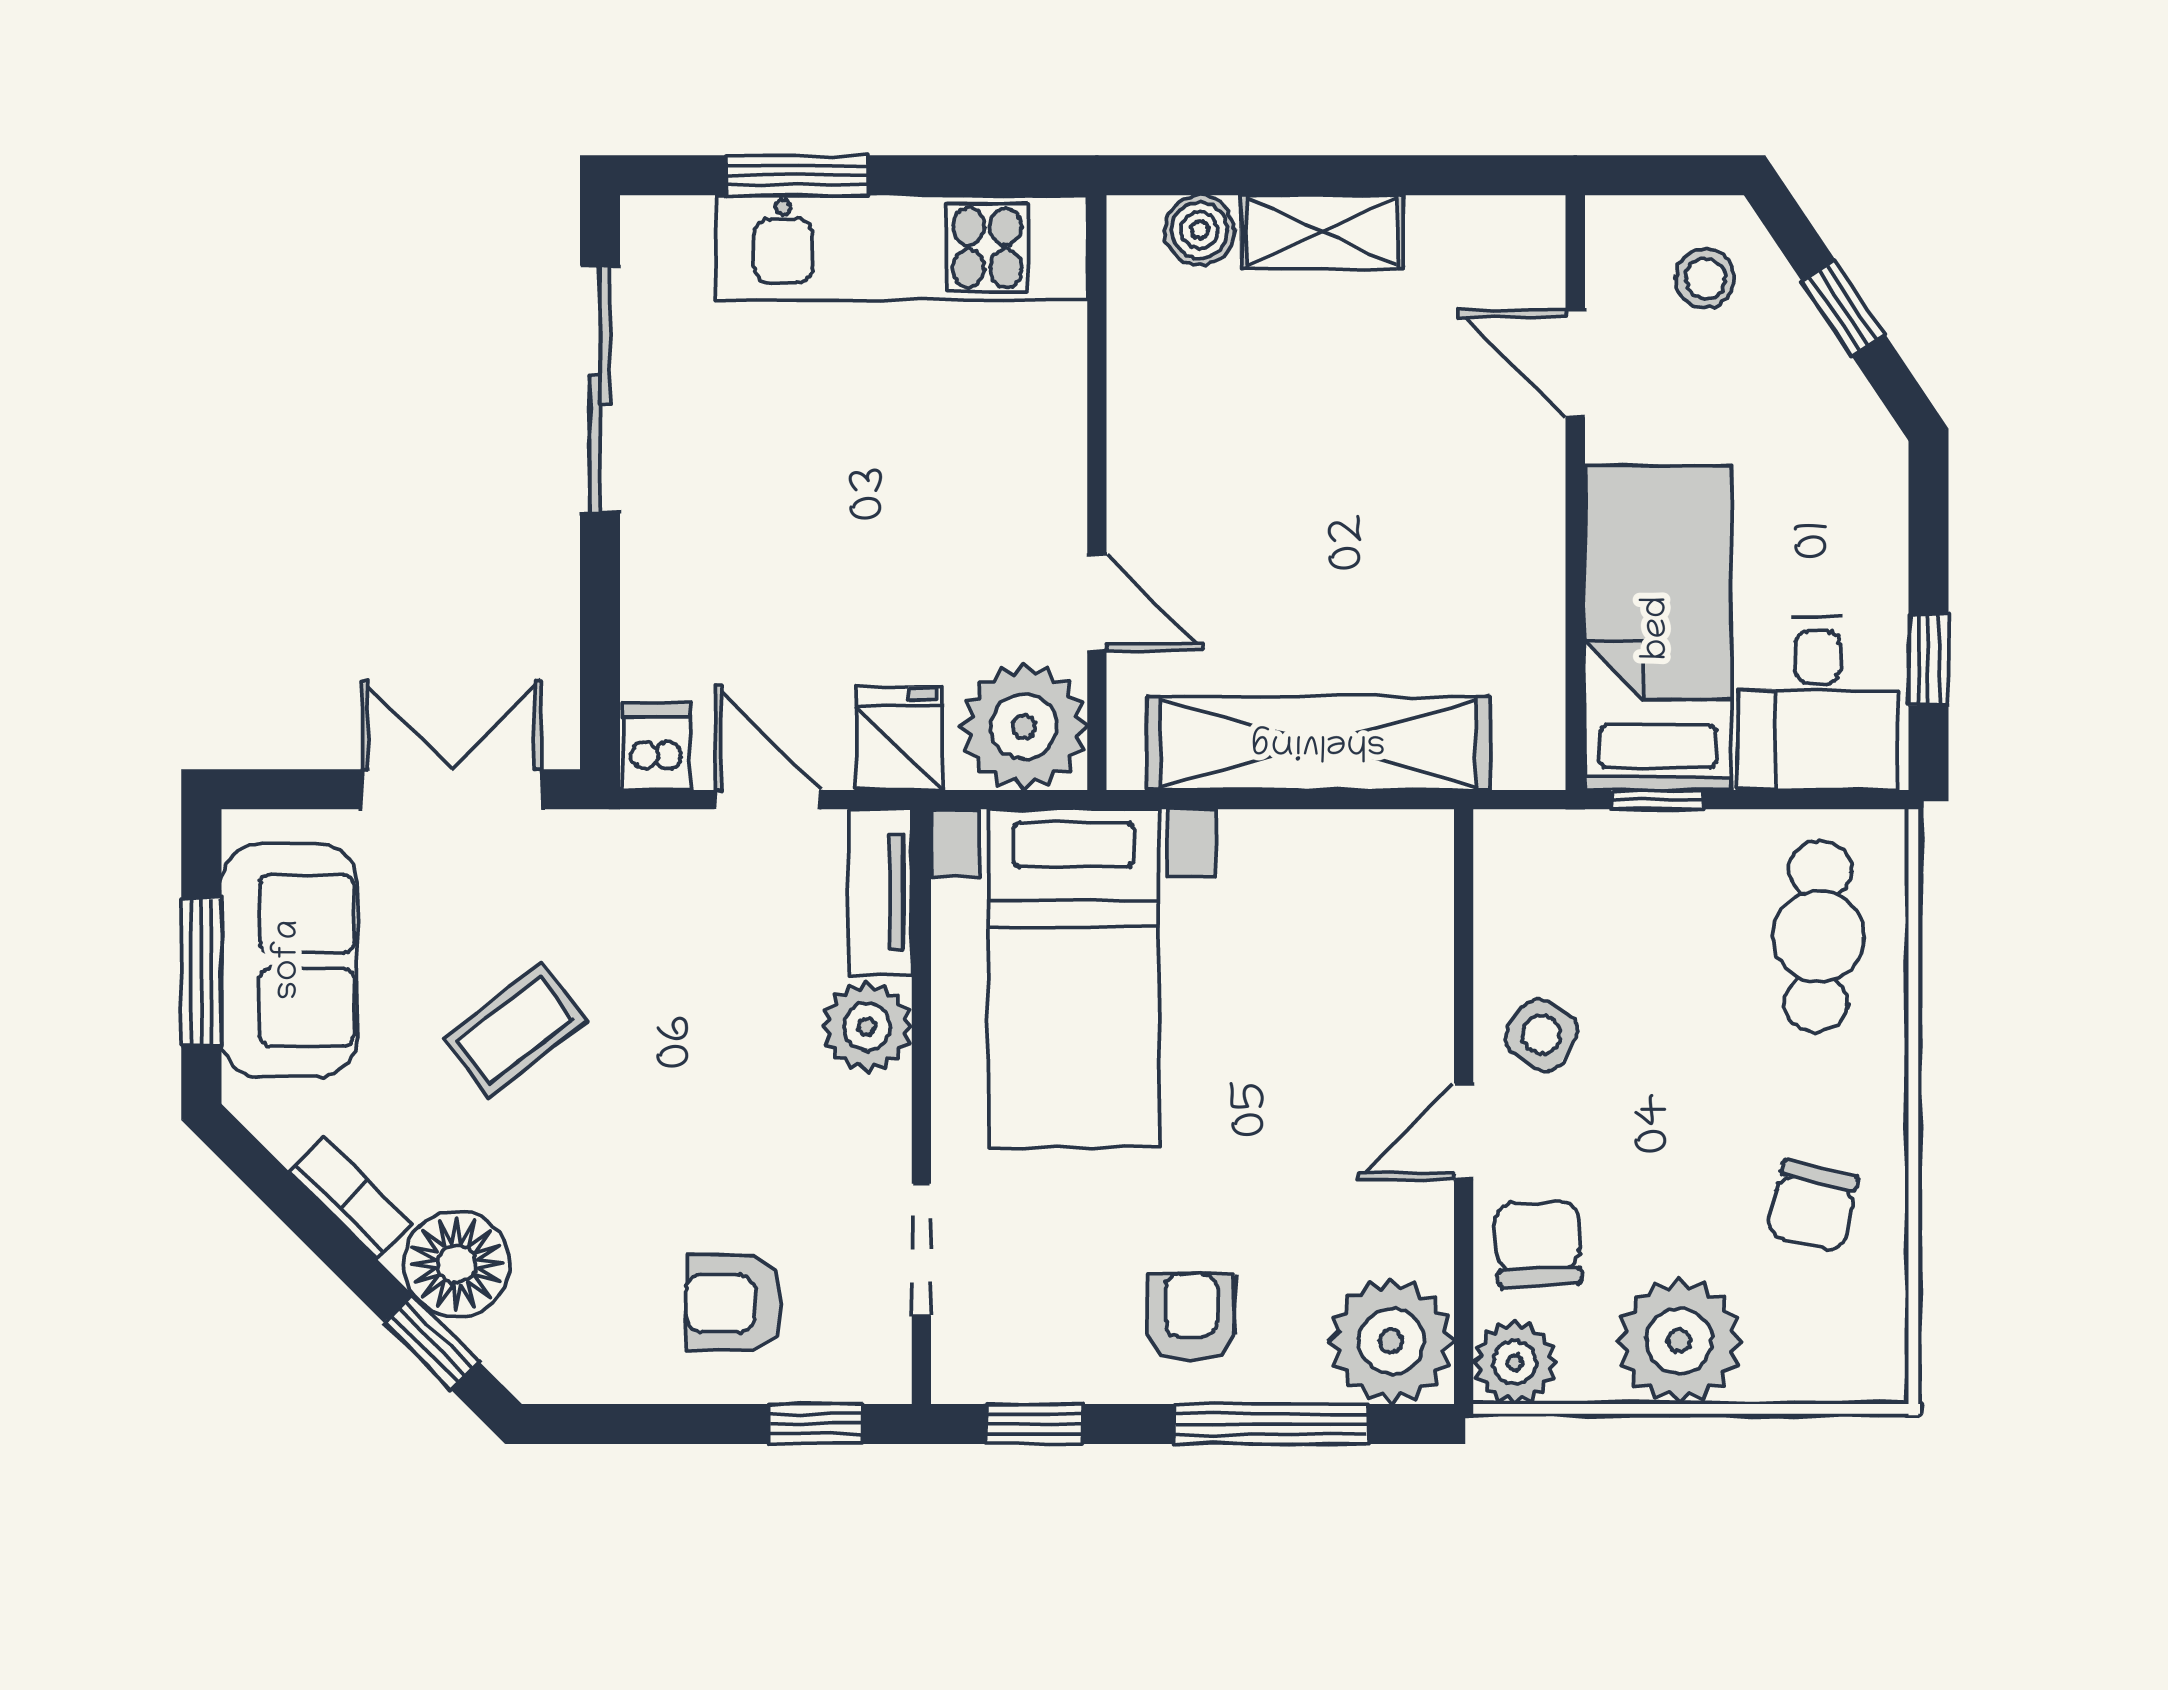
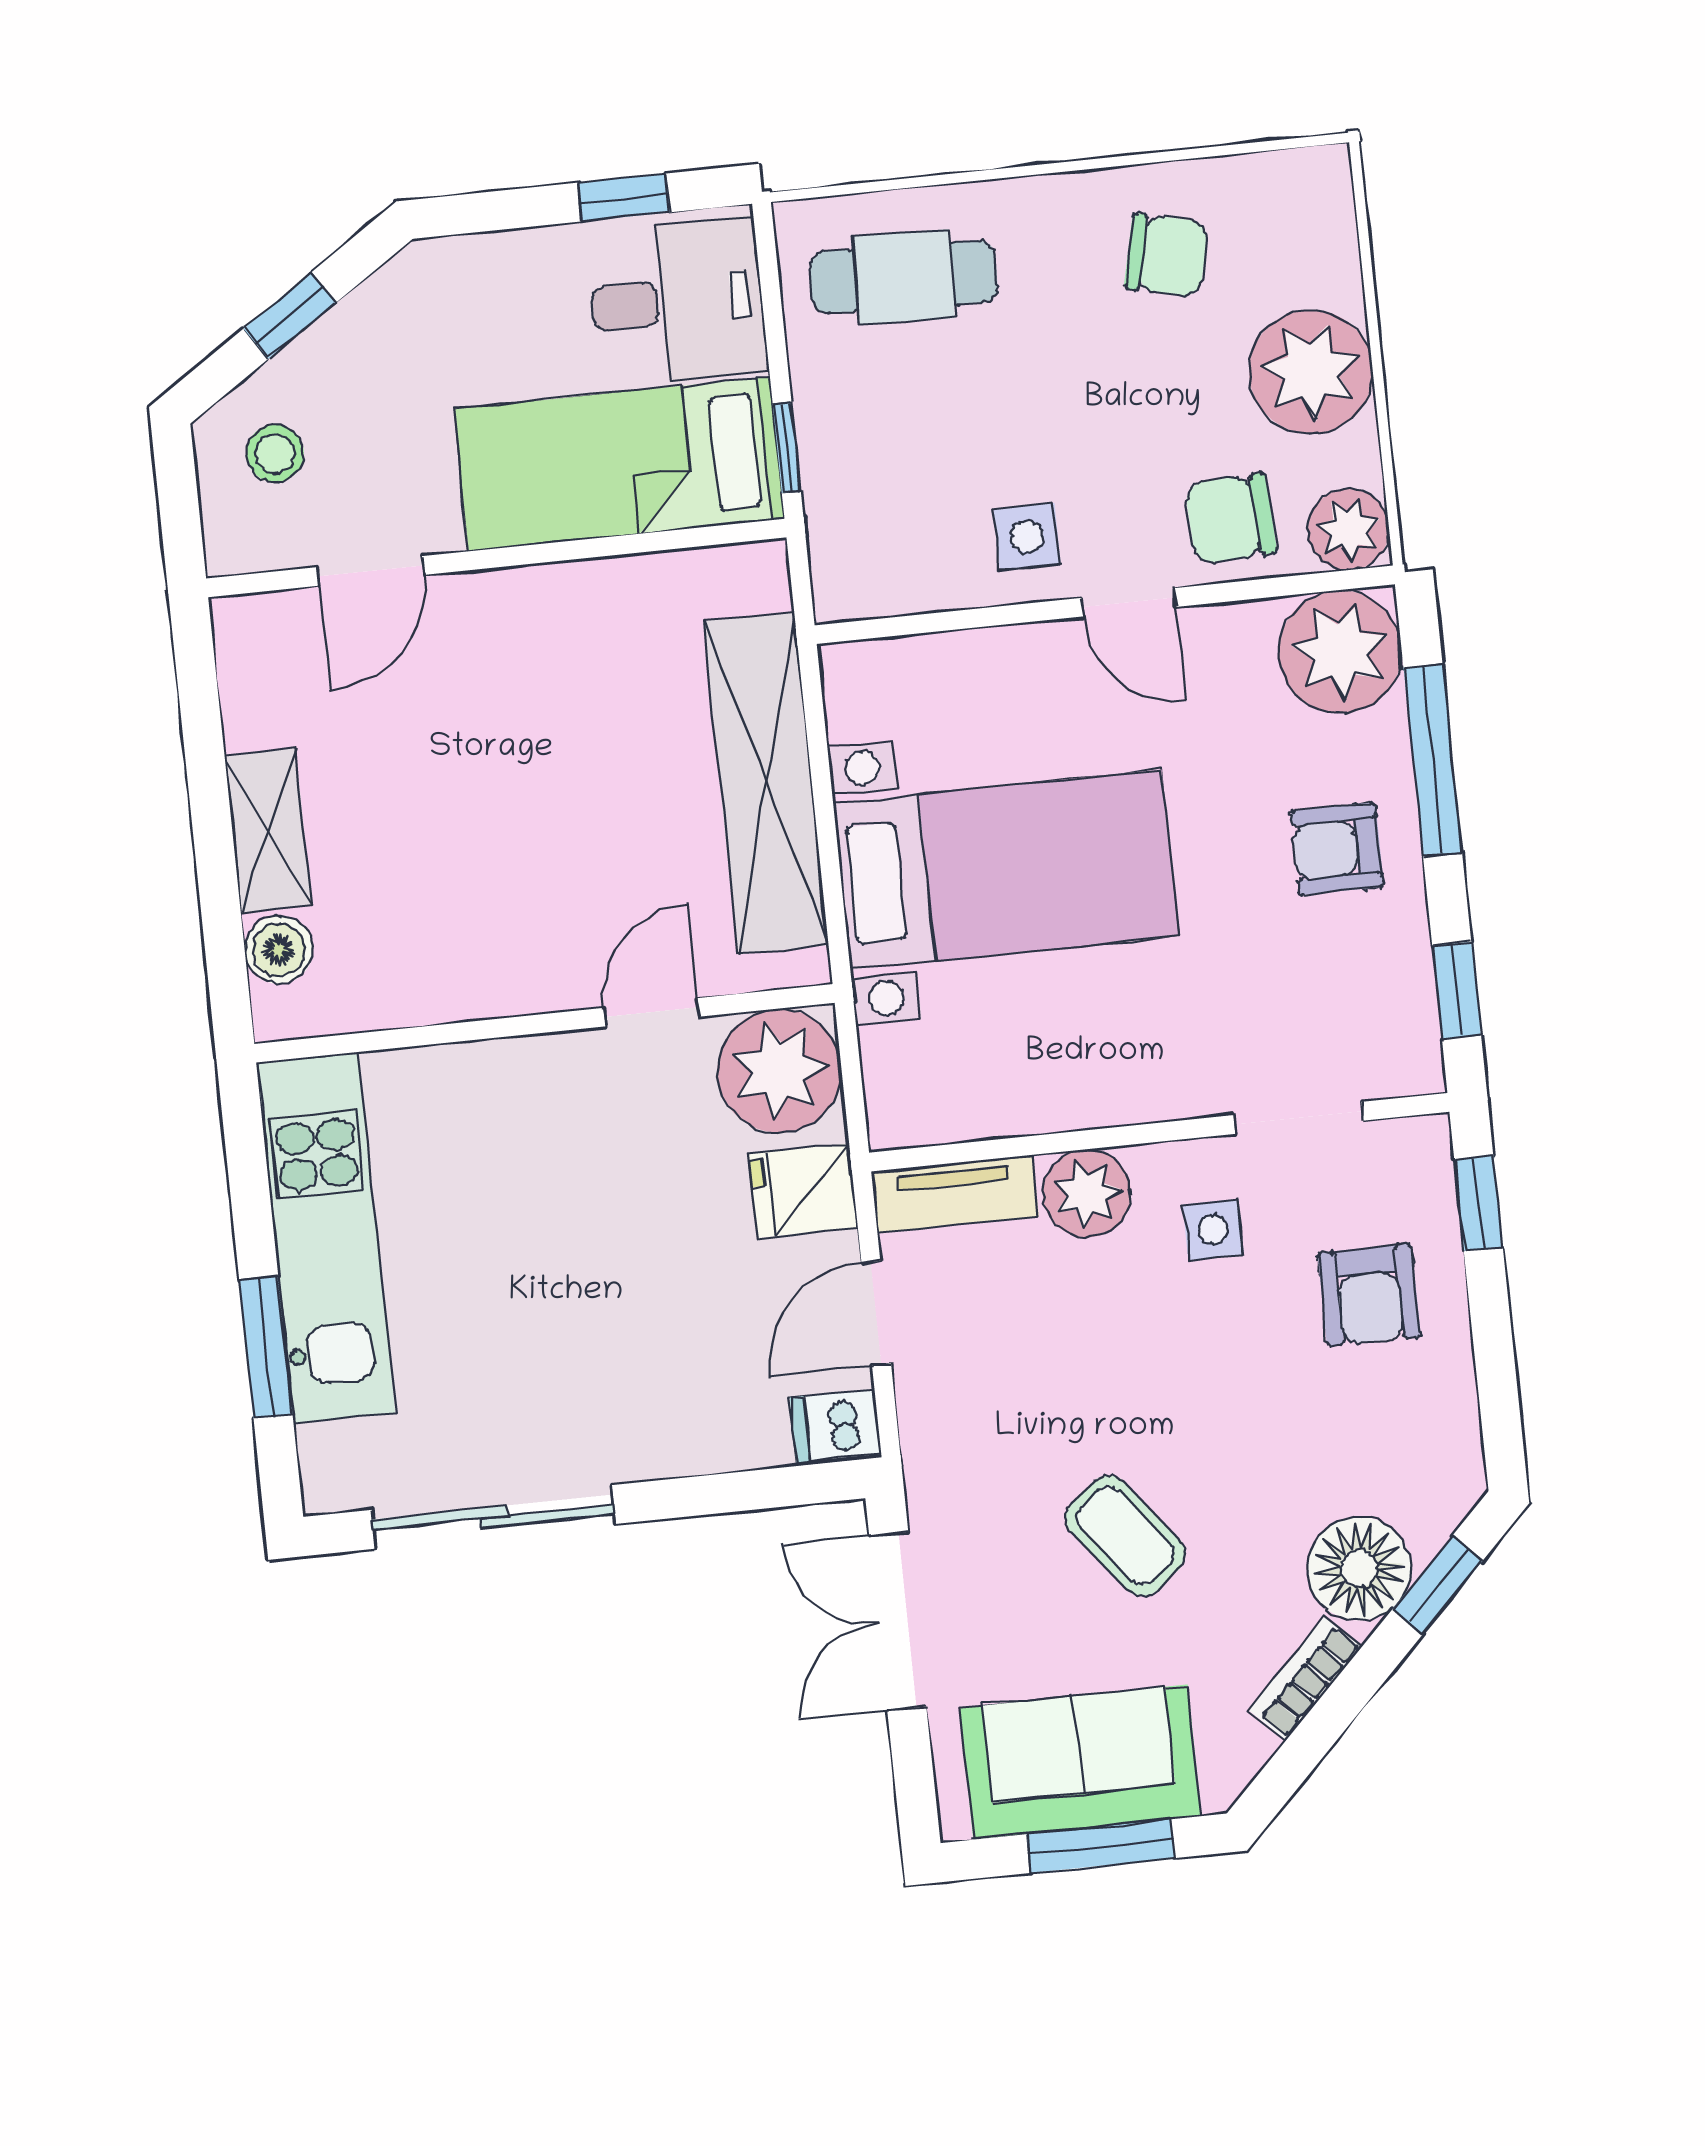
bed with nightstands: (1074, 978) -> (1006, 870), moved
side table: (1541, 1035) -> (1027, 536), turned -32
side table: (817, 1151) -> (1213, 1230), added

